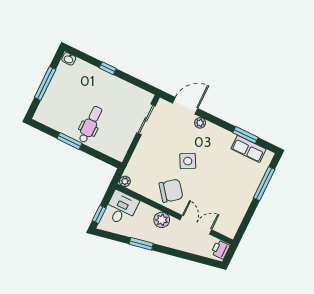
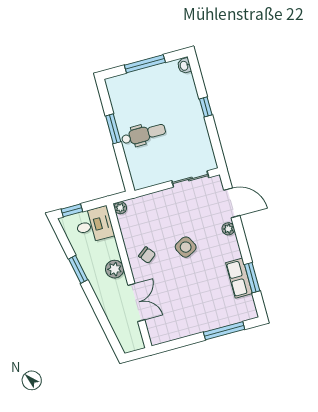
row of seats: (248, 149) -> (239, 278), moved
chair: (171, 191) -> (147, 255), width x0.54, depth x0.54
printer: (220, 249) -> (133, 343), removed

